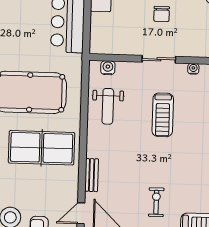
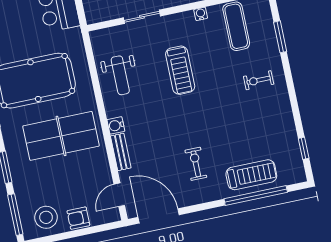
sliding door: (159, 59) -> (142, 17), moved
water cooler: (108, 68) -> (116, 125), moved, turned -90

